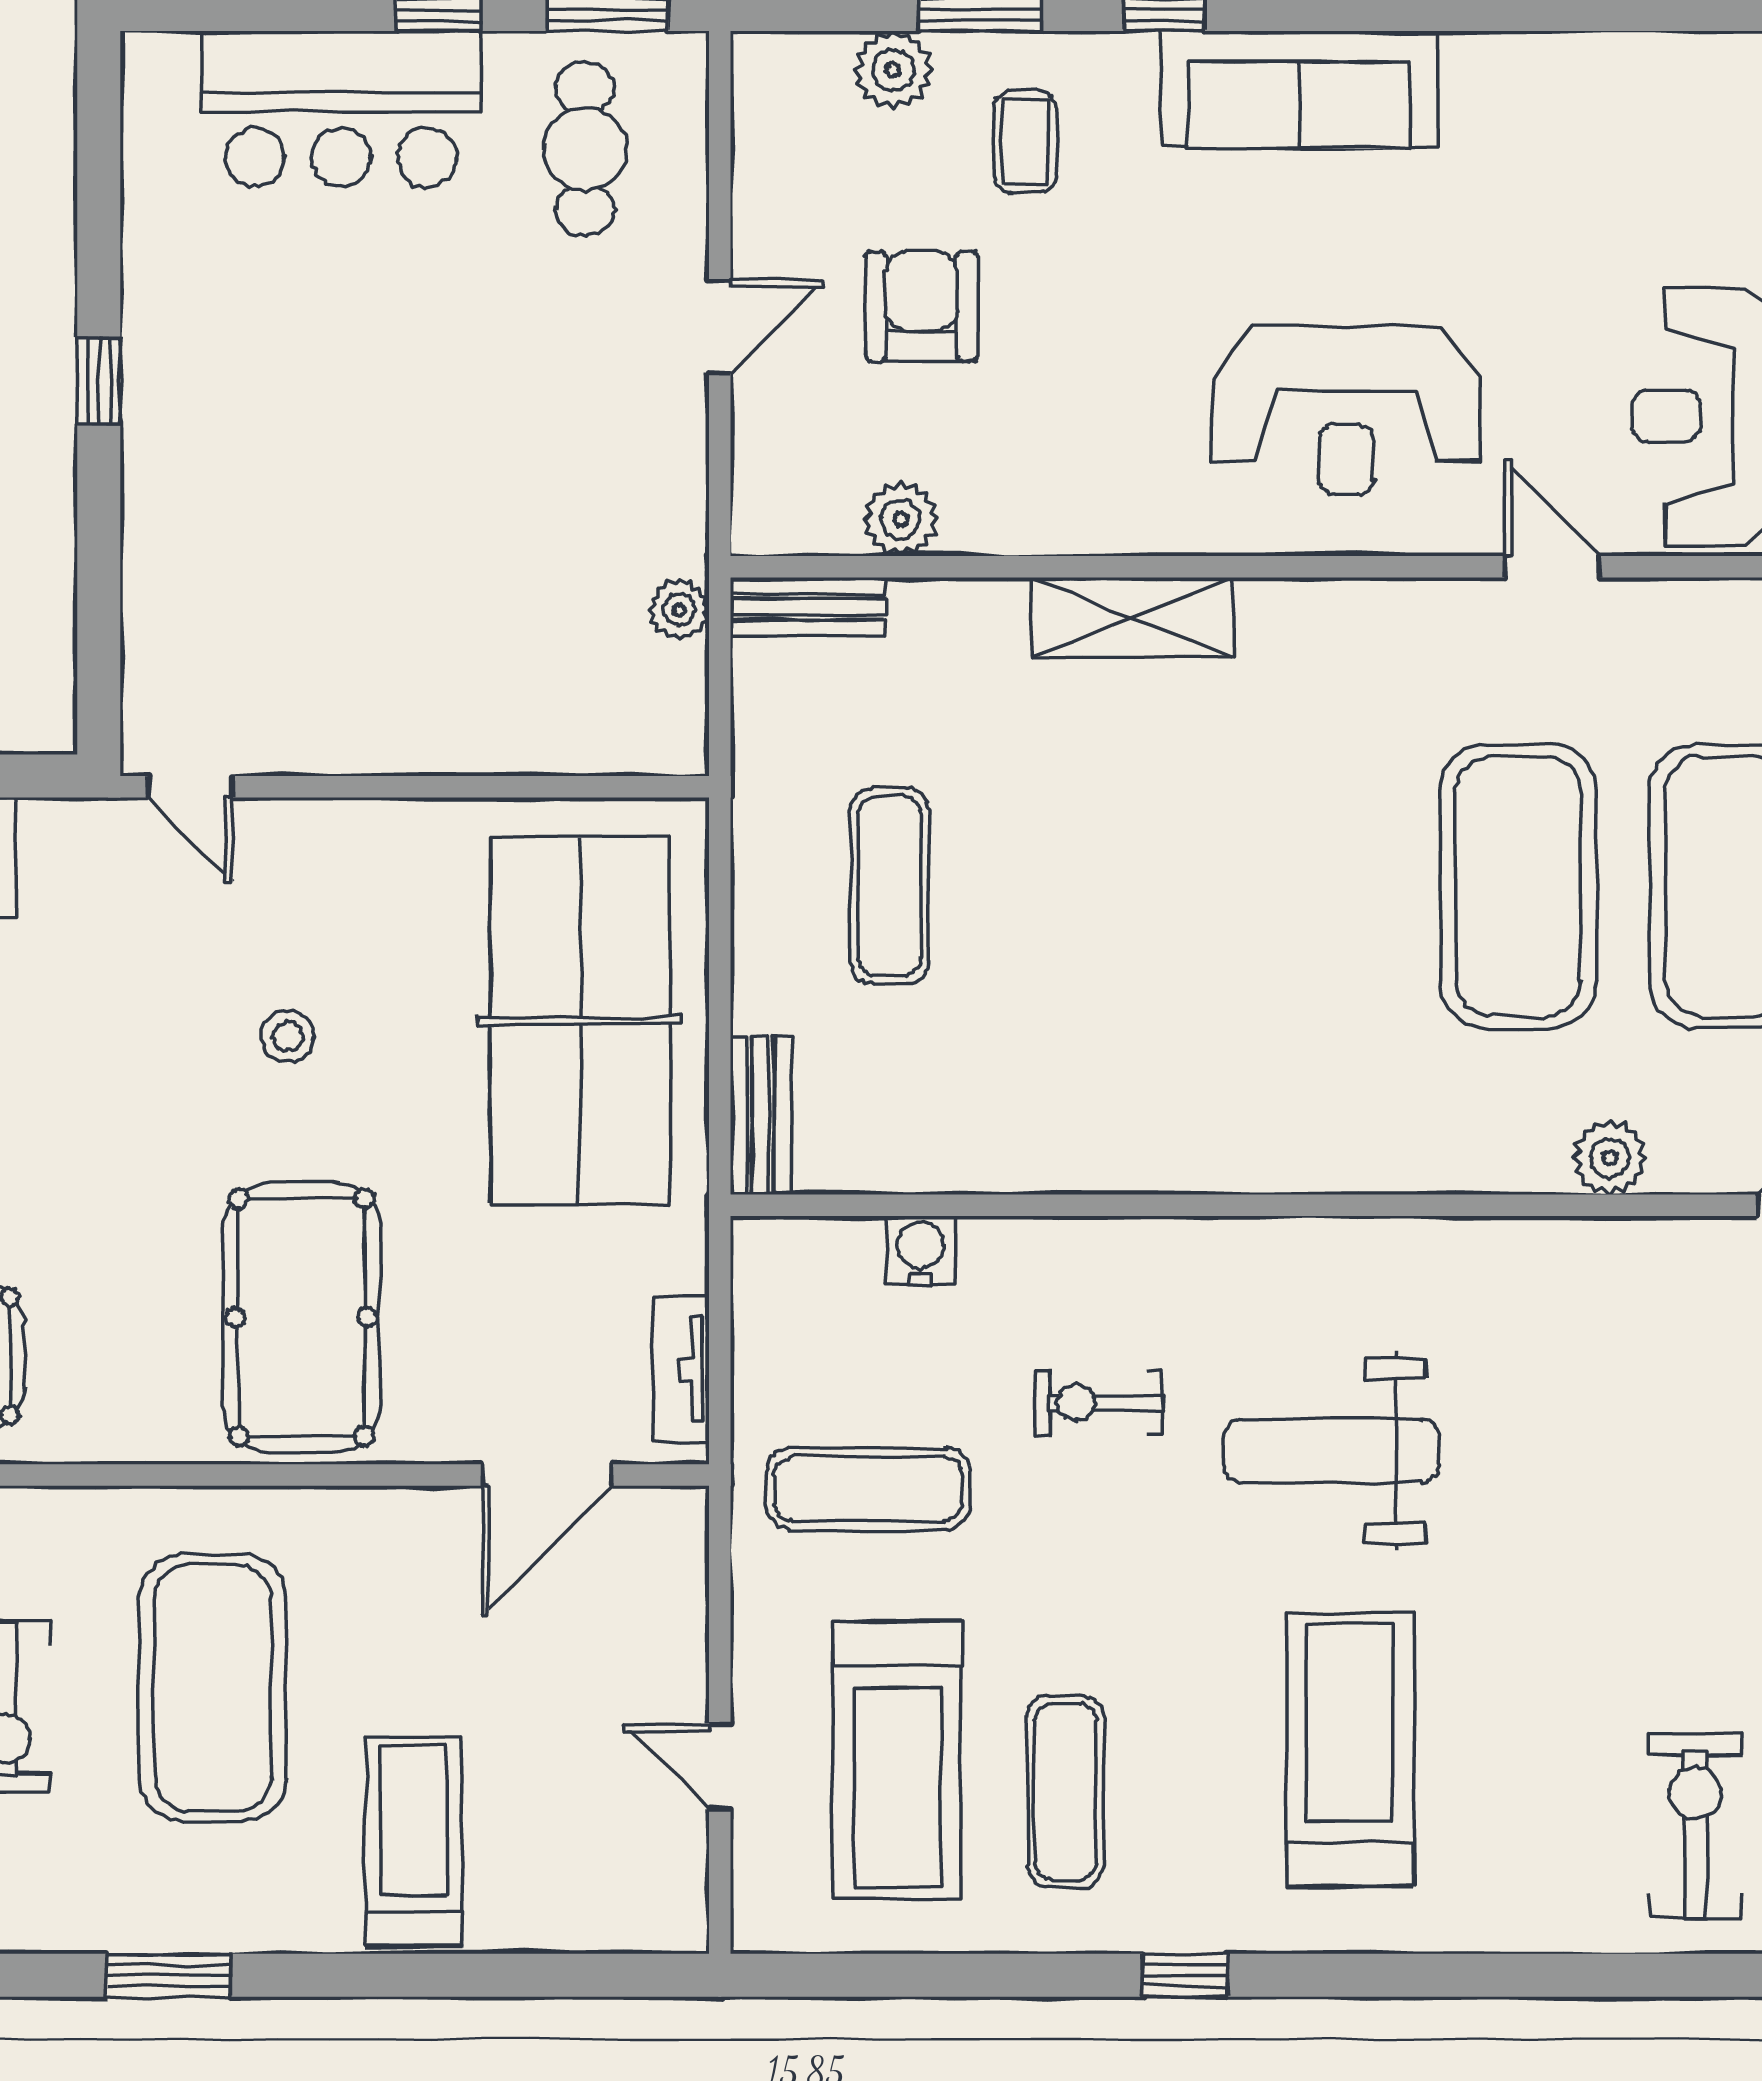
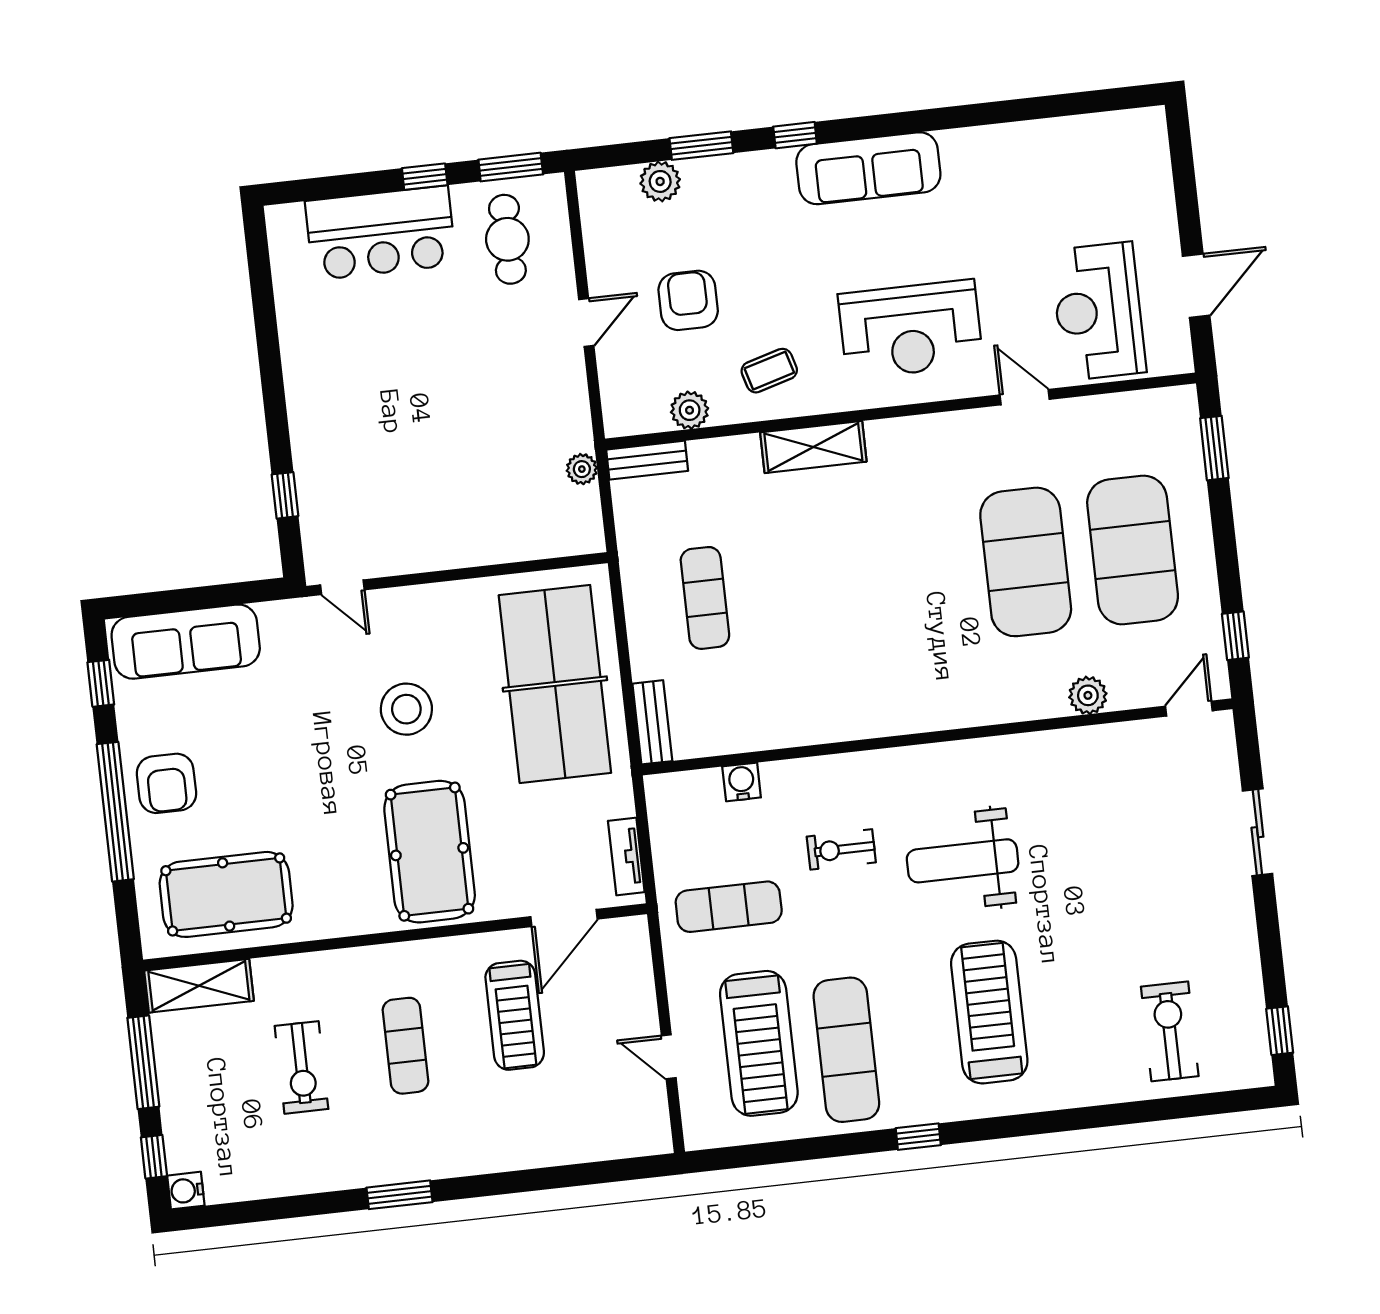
coffee table: (1025, 142) -> (769, 371), moved, turned 74
window: (99, 380) -> (285, 495), moved
stool: (287, 1036) -> (406, 709), width x1.89, depth x1.89
exercise mat: (213, 1688) -> (406, 1046), width x0.50, depth x0.69
exercise mat: (1065, 1791) -> (846, 1050), width x1.36, depth x1.45
treadmill: (413, 1841) -> (515, 1015), moved, turned 180

